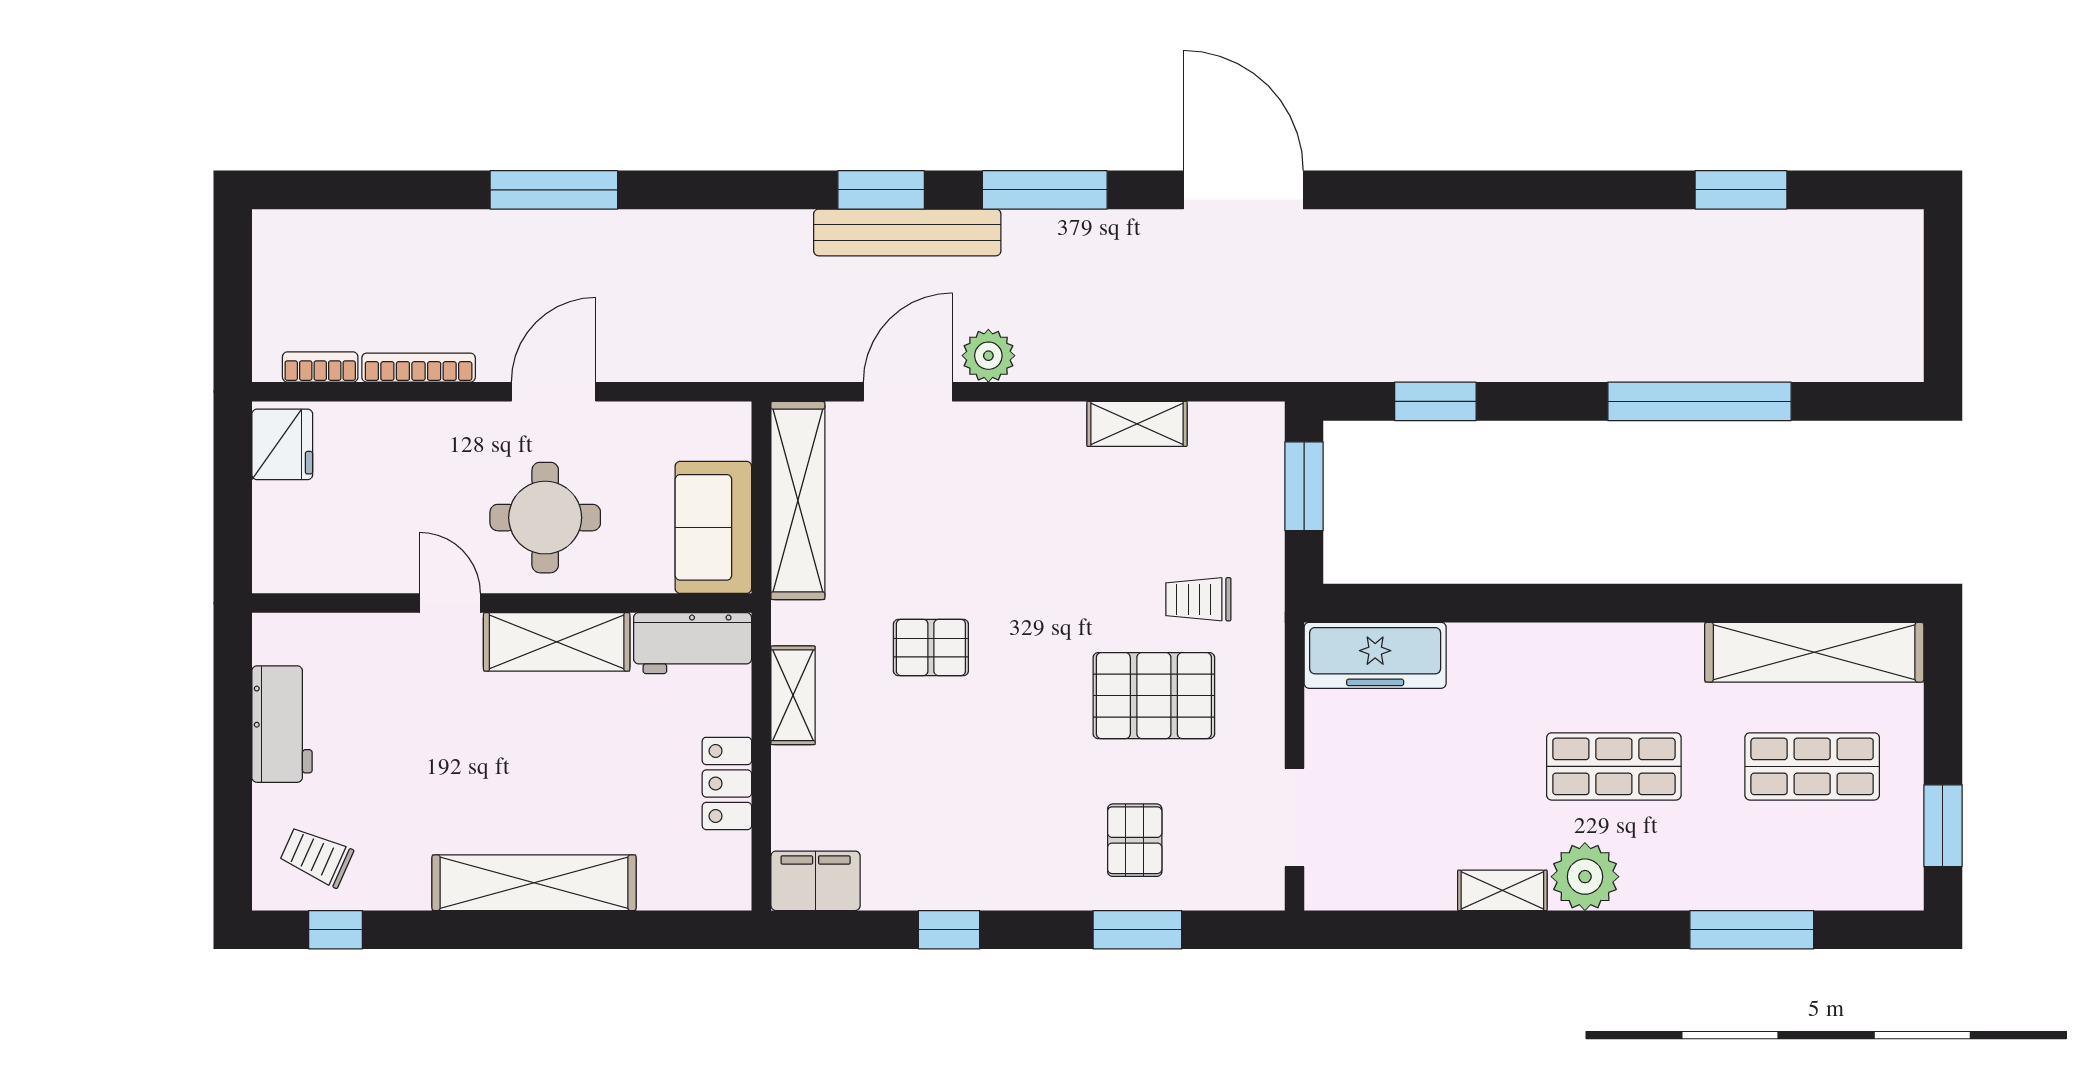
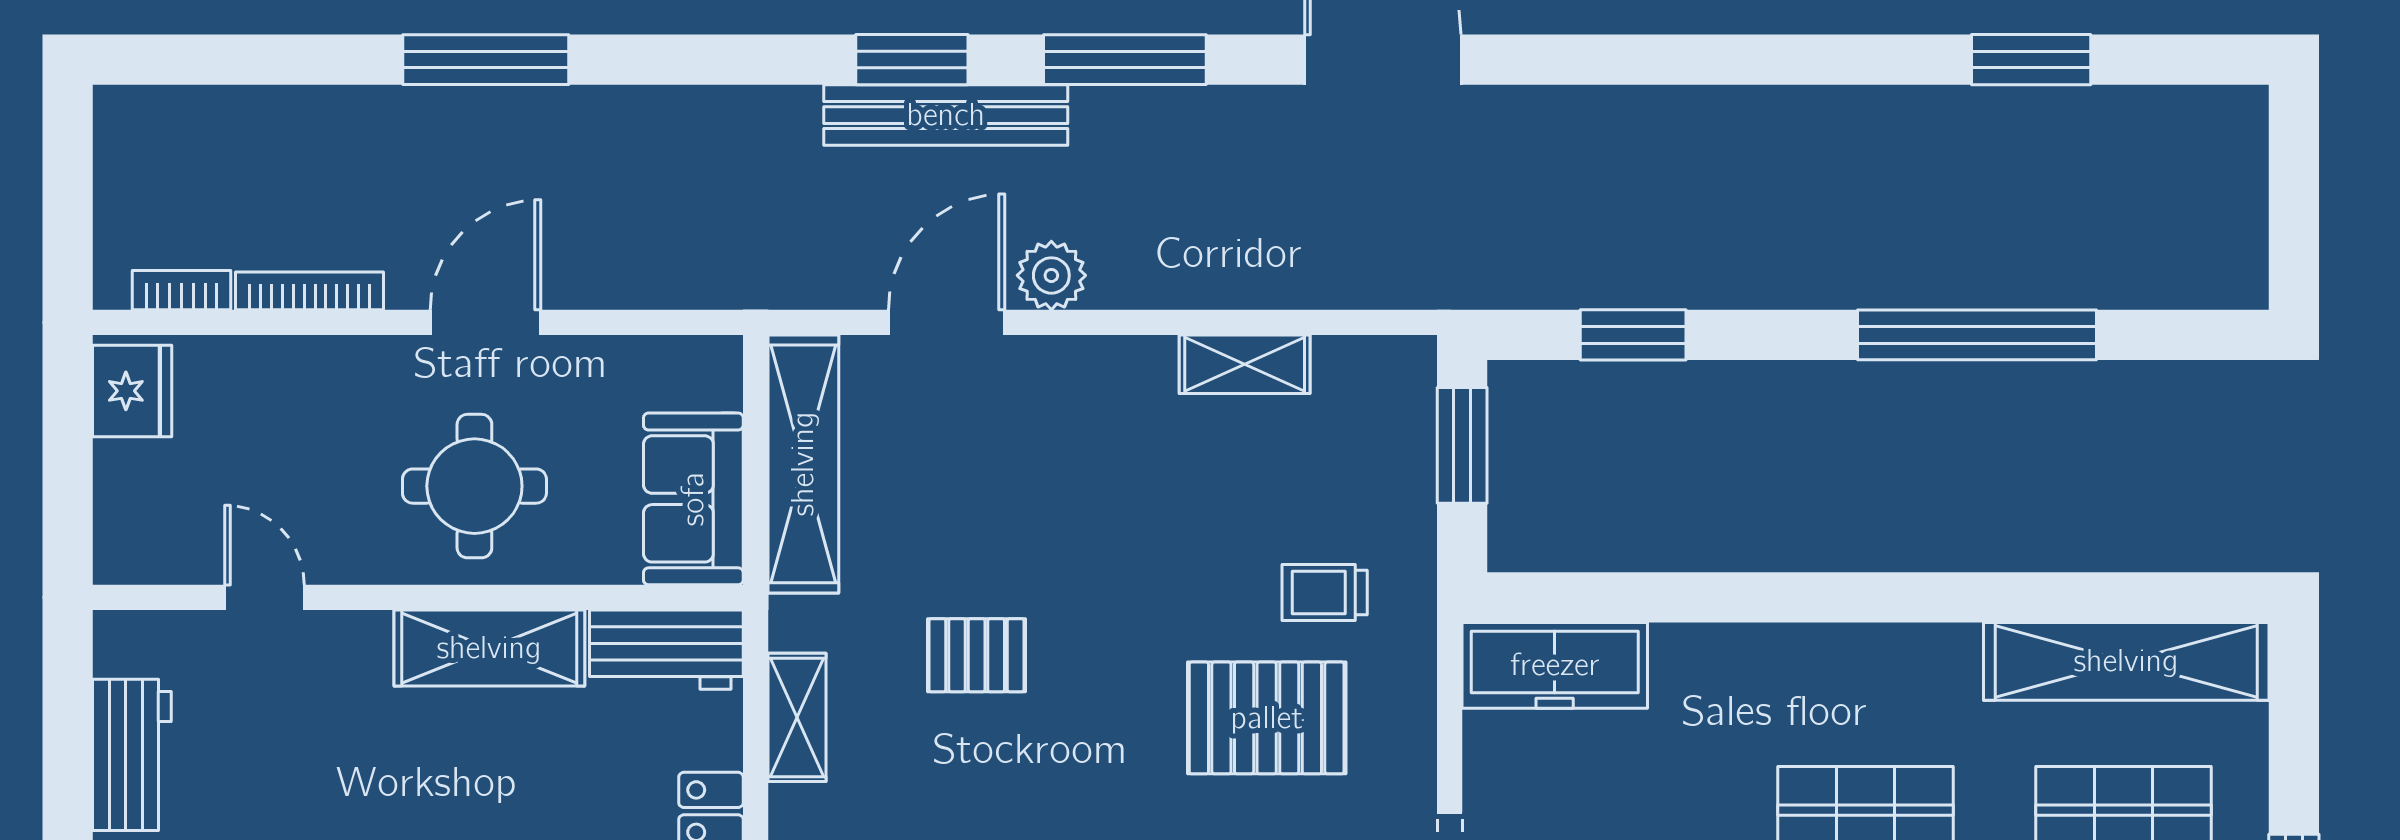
door: (450, 603) -> (265, 597), moved

